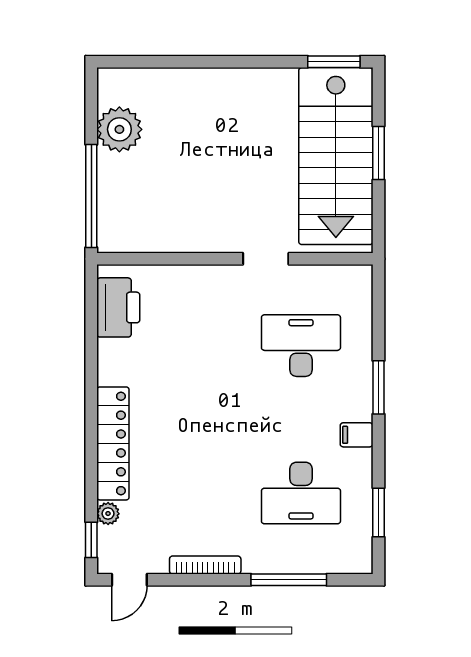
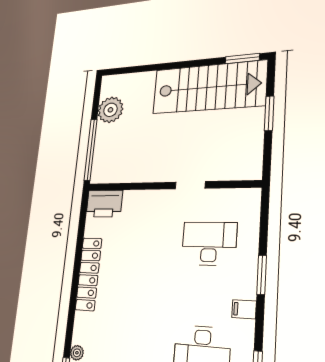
stairs: (336, 156) -> (209, 87), moved, turned -90
printer: (118, 307) -> (104, 204), moved, turned 90
locker: (113, 443) -> (89, 274), moved

